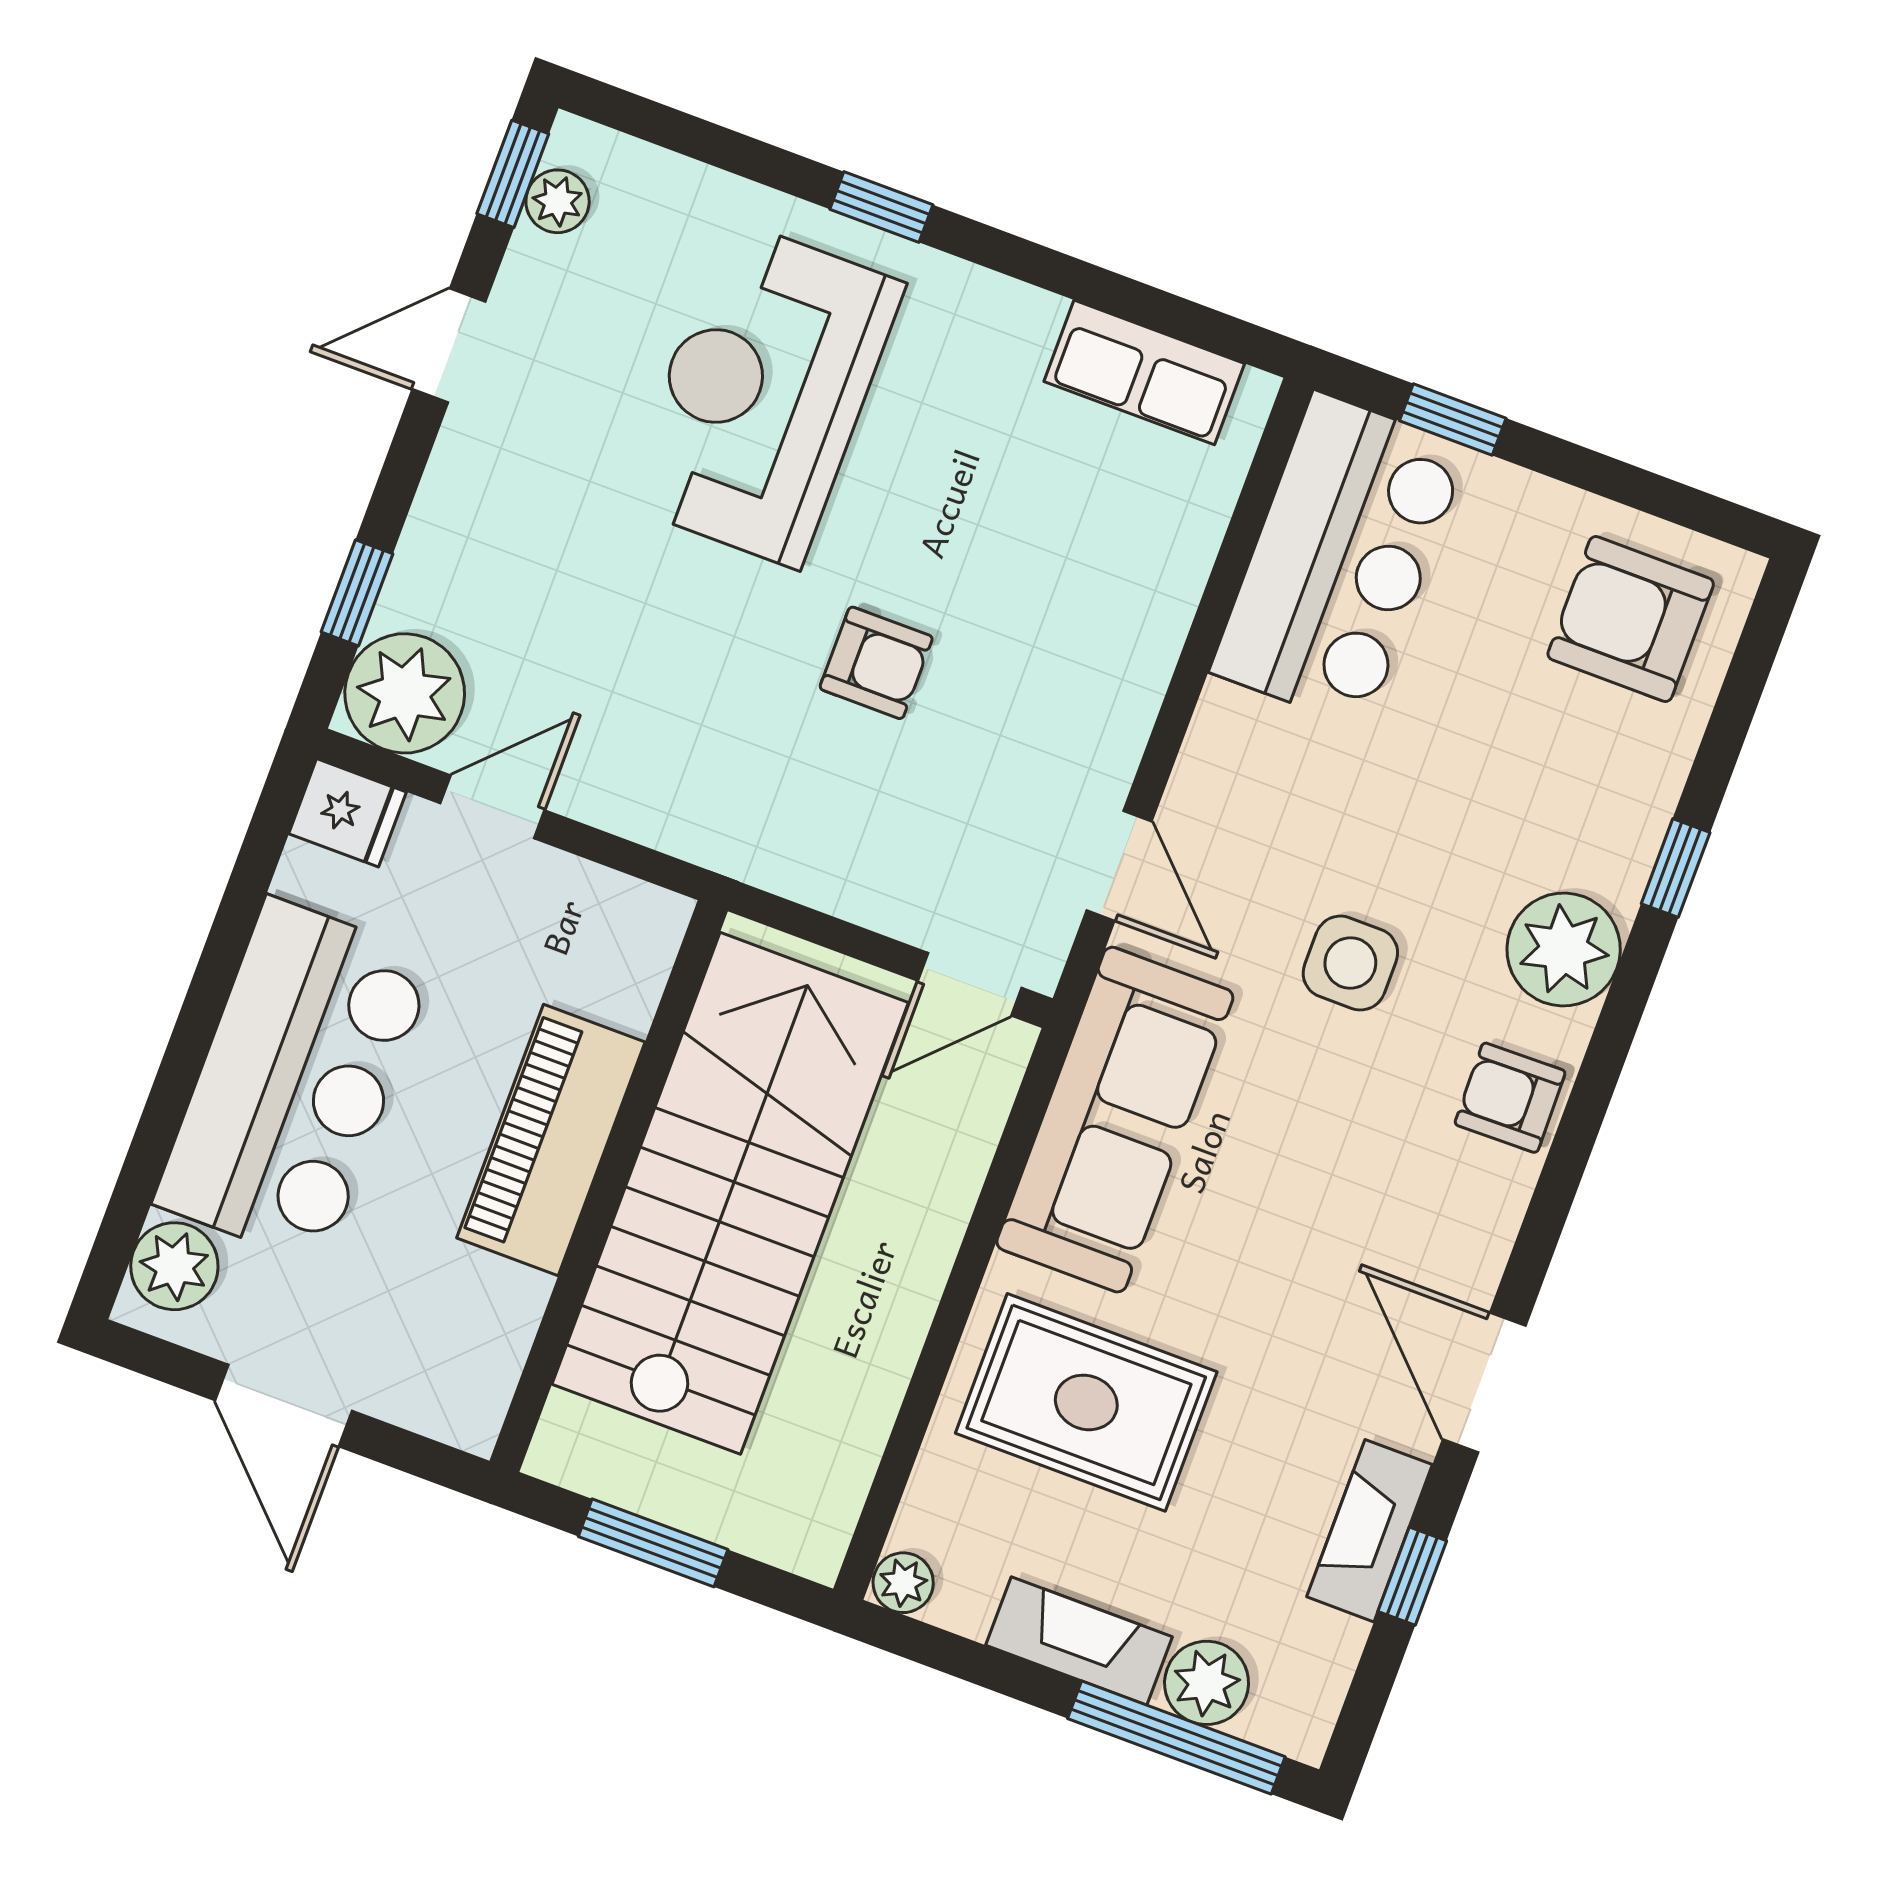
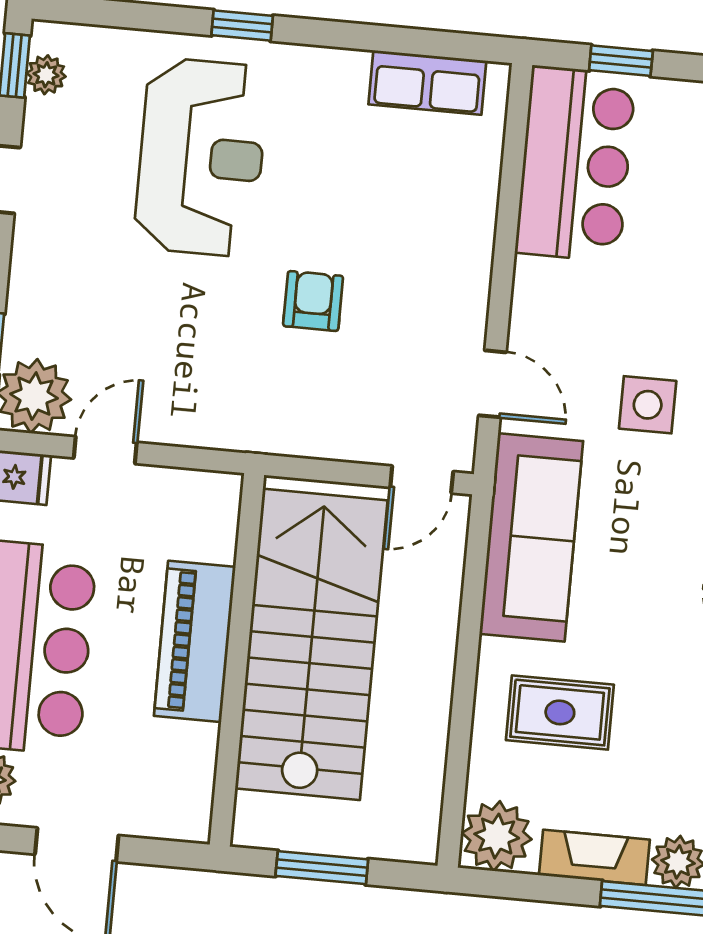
reception desk: (763, 394) -> (201, 157), turned 180
armchair: (876, 663) -> (313, 301), turned -90
rug: (1086, 1402) -> (560, 712), width x0.73, depth x0.70
plant: (903, 1583) -> (497, 836), width x1.88, depth x1.88

